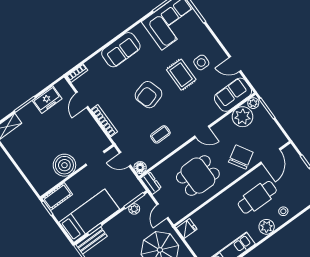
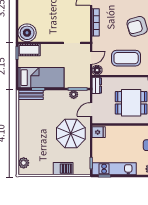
coffee table: (160, 134) -> (126, 58), width x1.86, depth x1.72
door: (125, 159) -> (91, 58), swing flipped
boiler: (64, 165) -> (27, 33), moved

